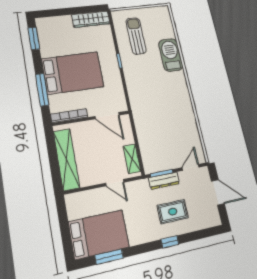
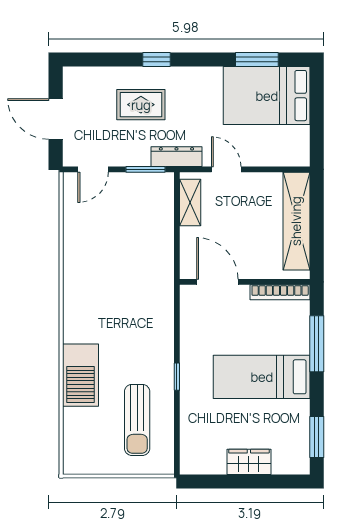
wardrobe: (91, 19) -> (249, 462), moved, width x0.67
bed: (73, 73) -> (262, 377), width x0.67
dresser: (164, 181) -> (176, 157), moved

